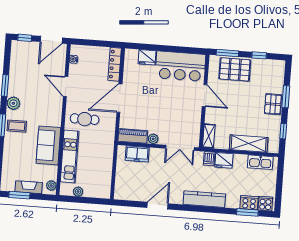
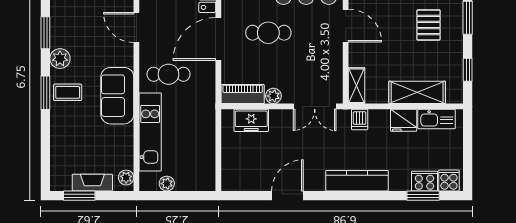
cafe table: (153, 97) -> (268, 33), added
pallet: (273, 104) -> (428, 25), moved
sofa: (48, 145) -> (117, 96), moved
fridge: (224, 160) -> (404, 120), moved

